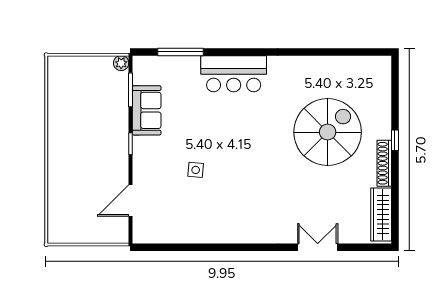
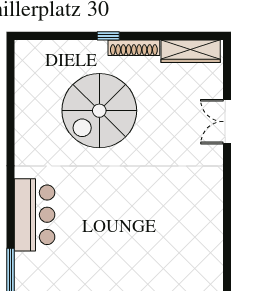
spiral stairs: (328, 132) -> (99, 111), turned -90
side table: (196, 170) -> (141, 257), removed

